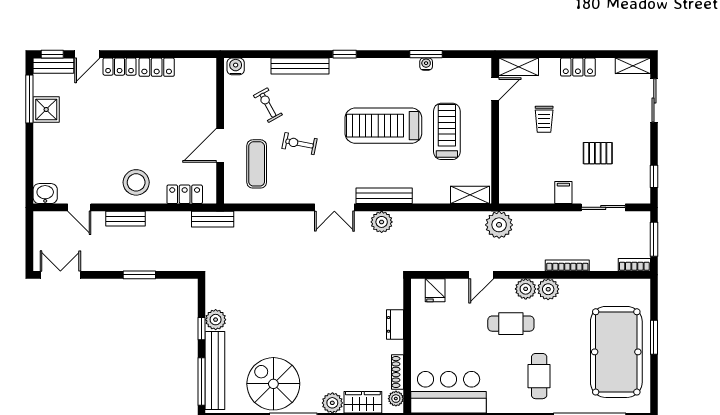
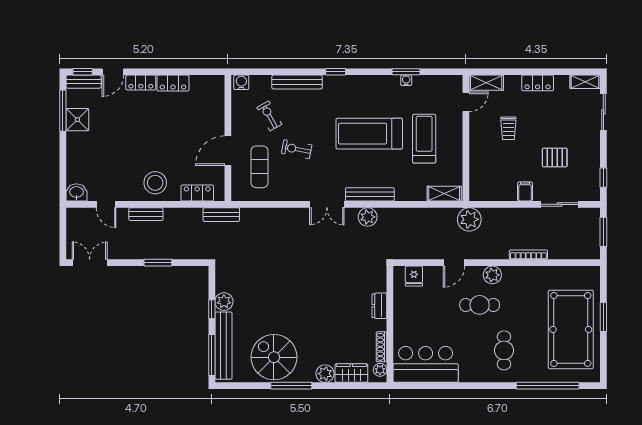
bookcase: (634, 265) -> (586, 254), removed
plant: (548, 289) -> (512, 275), removed

